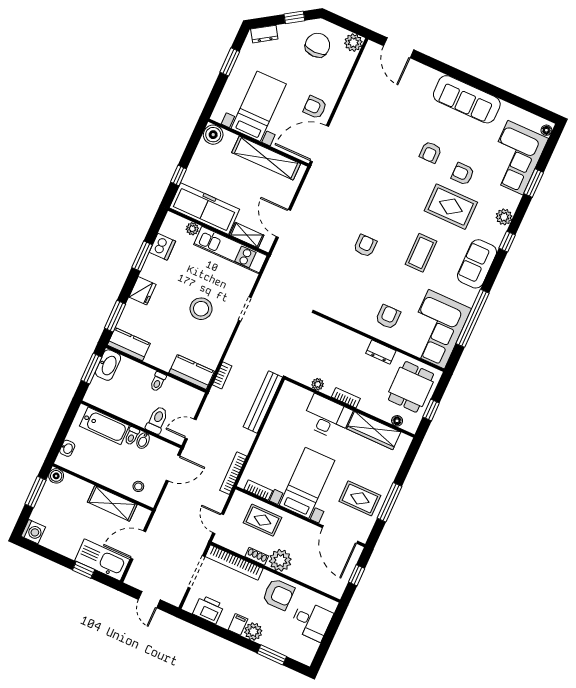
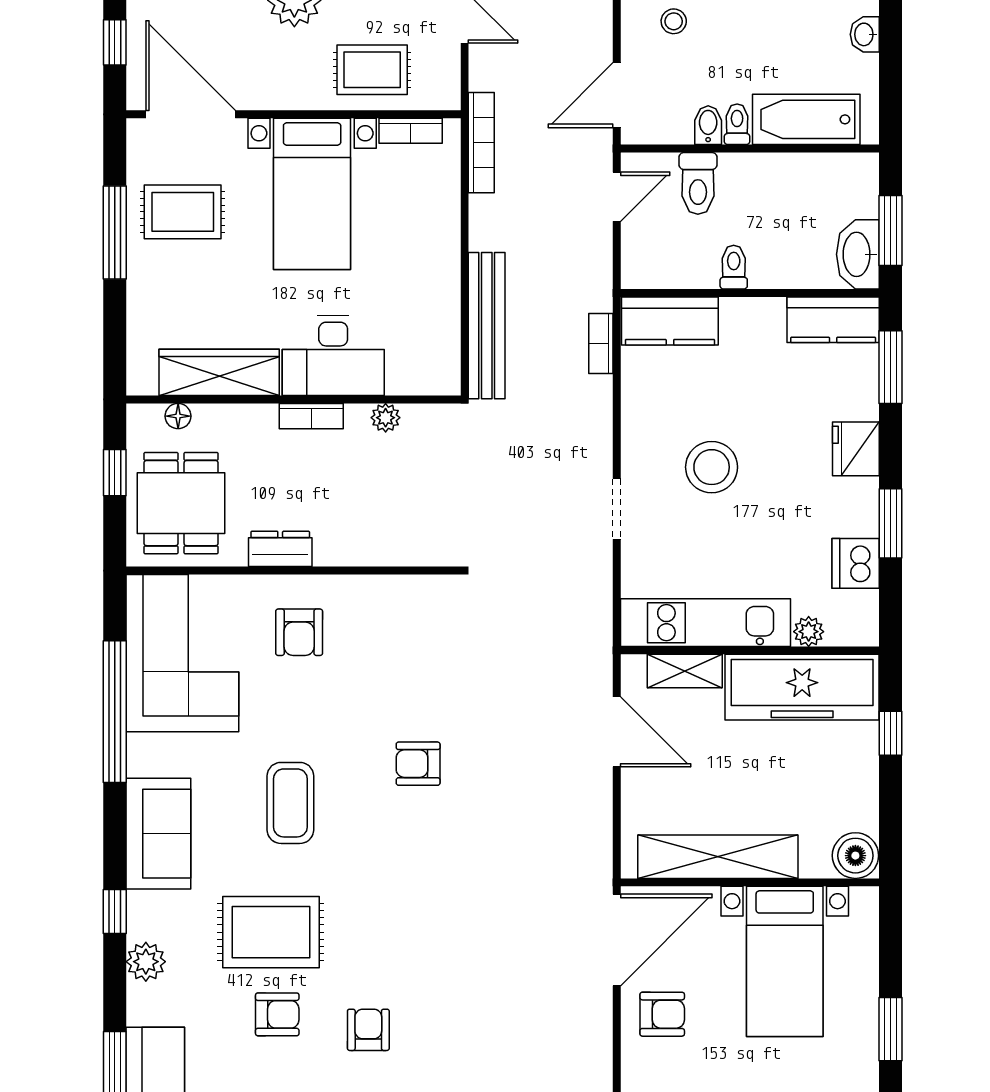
armchair: (365, 246) -> (418, 764), turned 90

